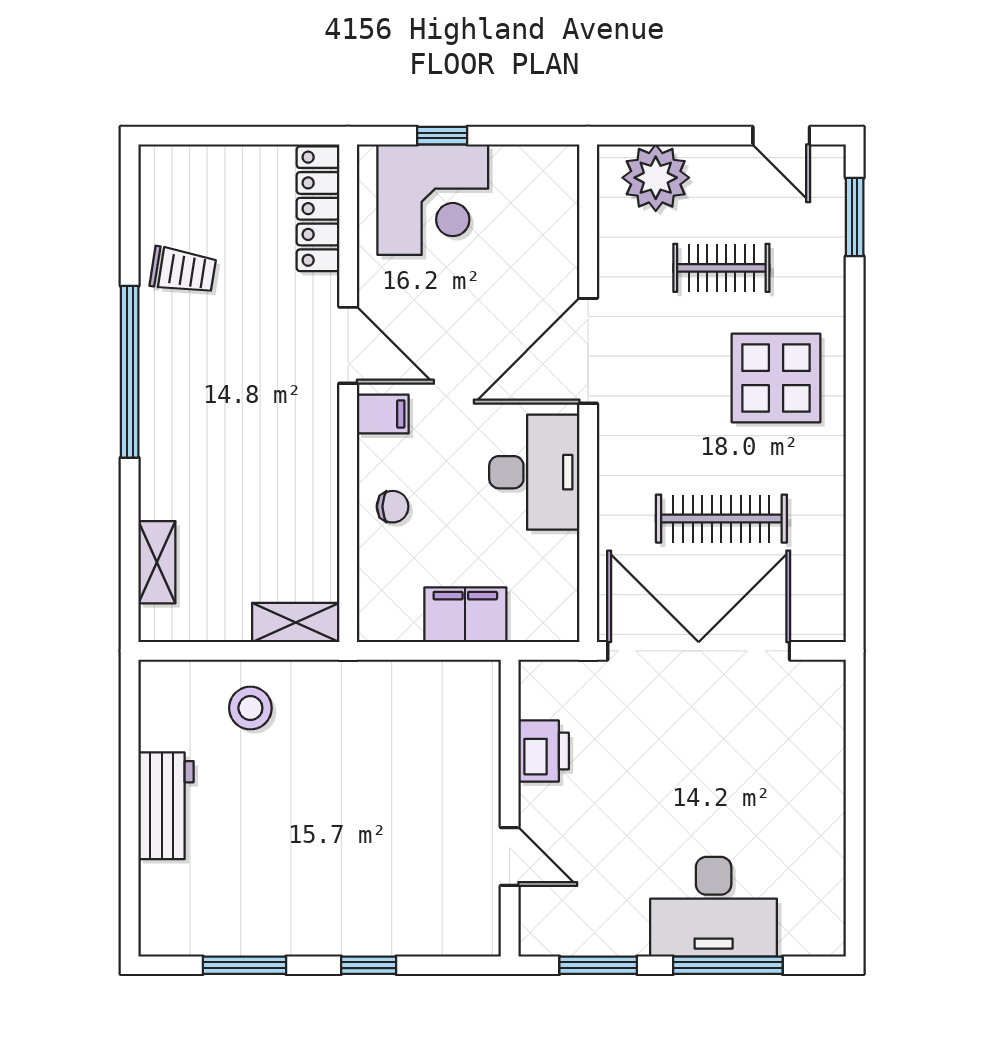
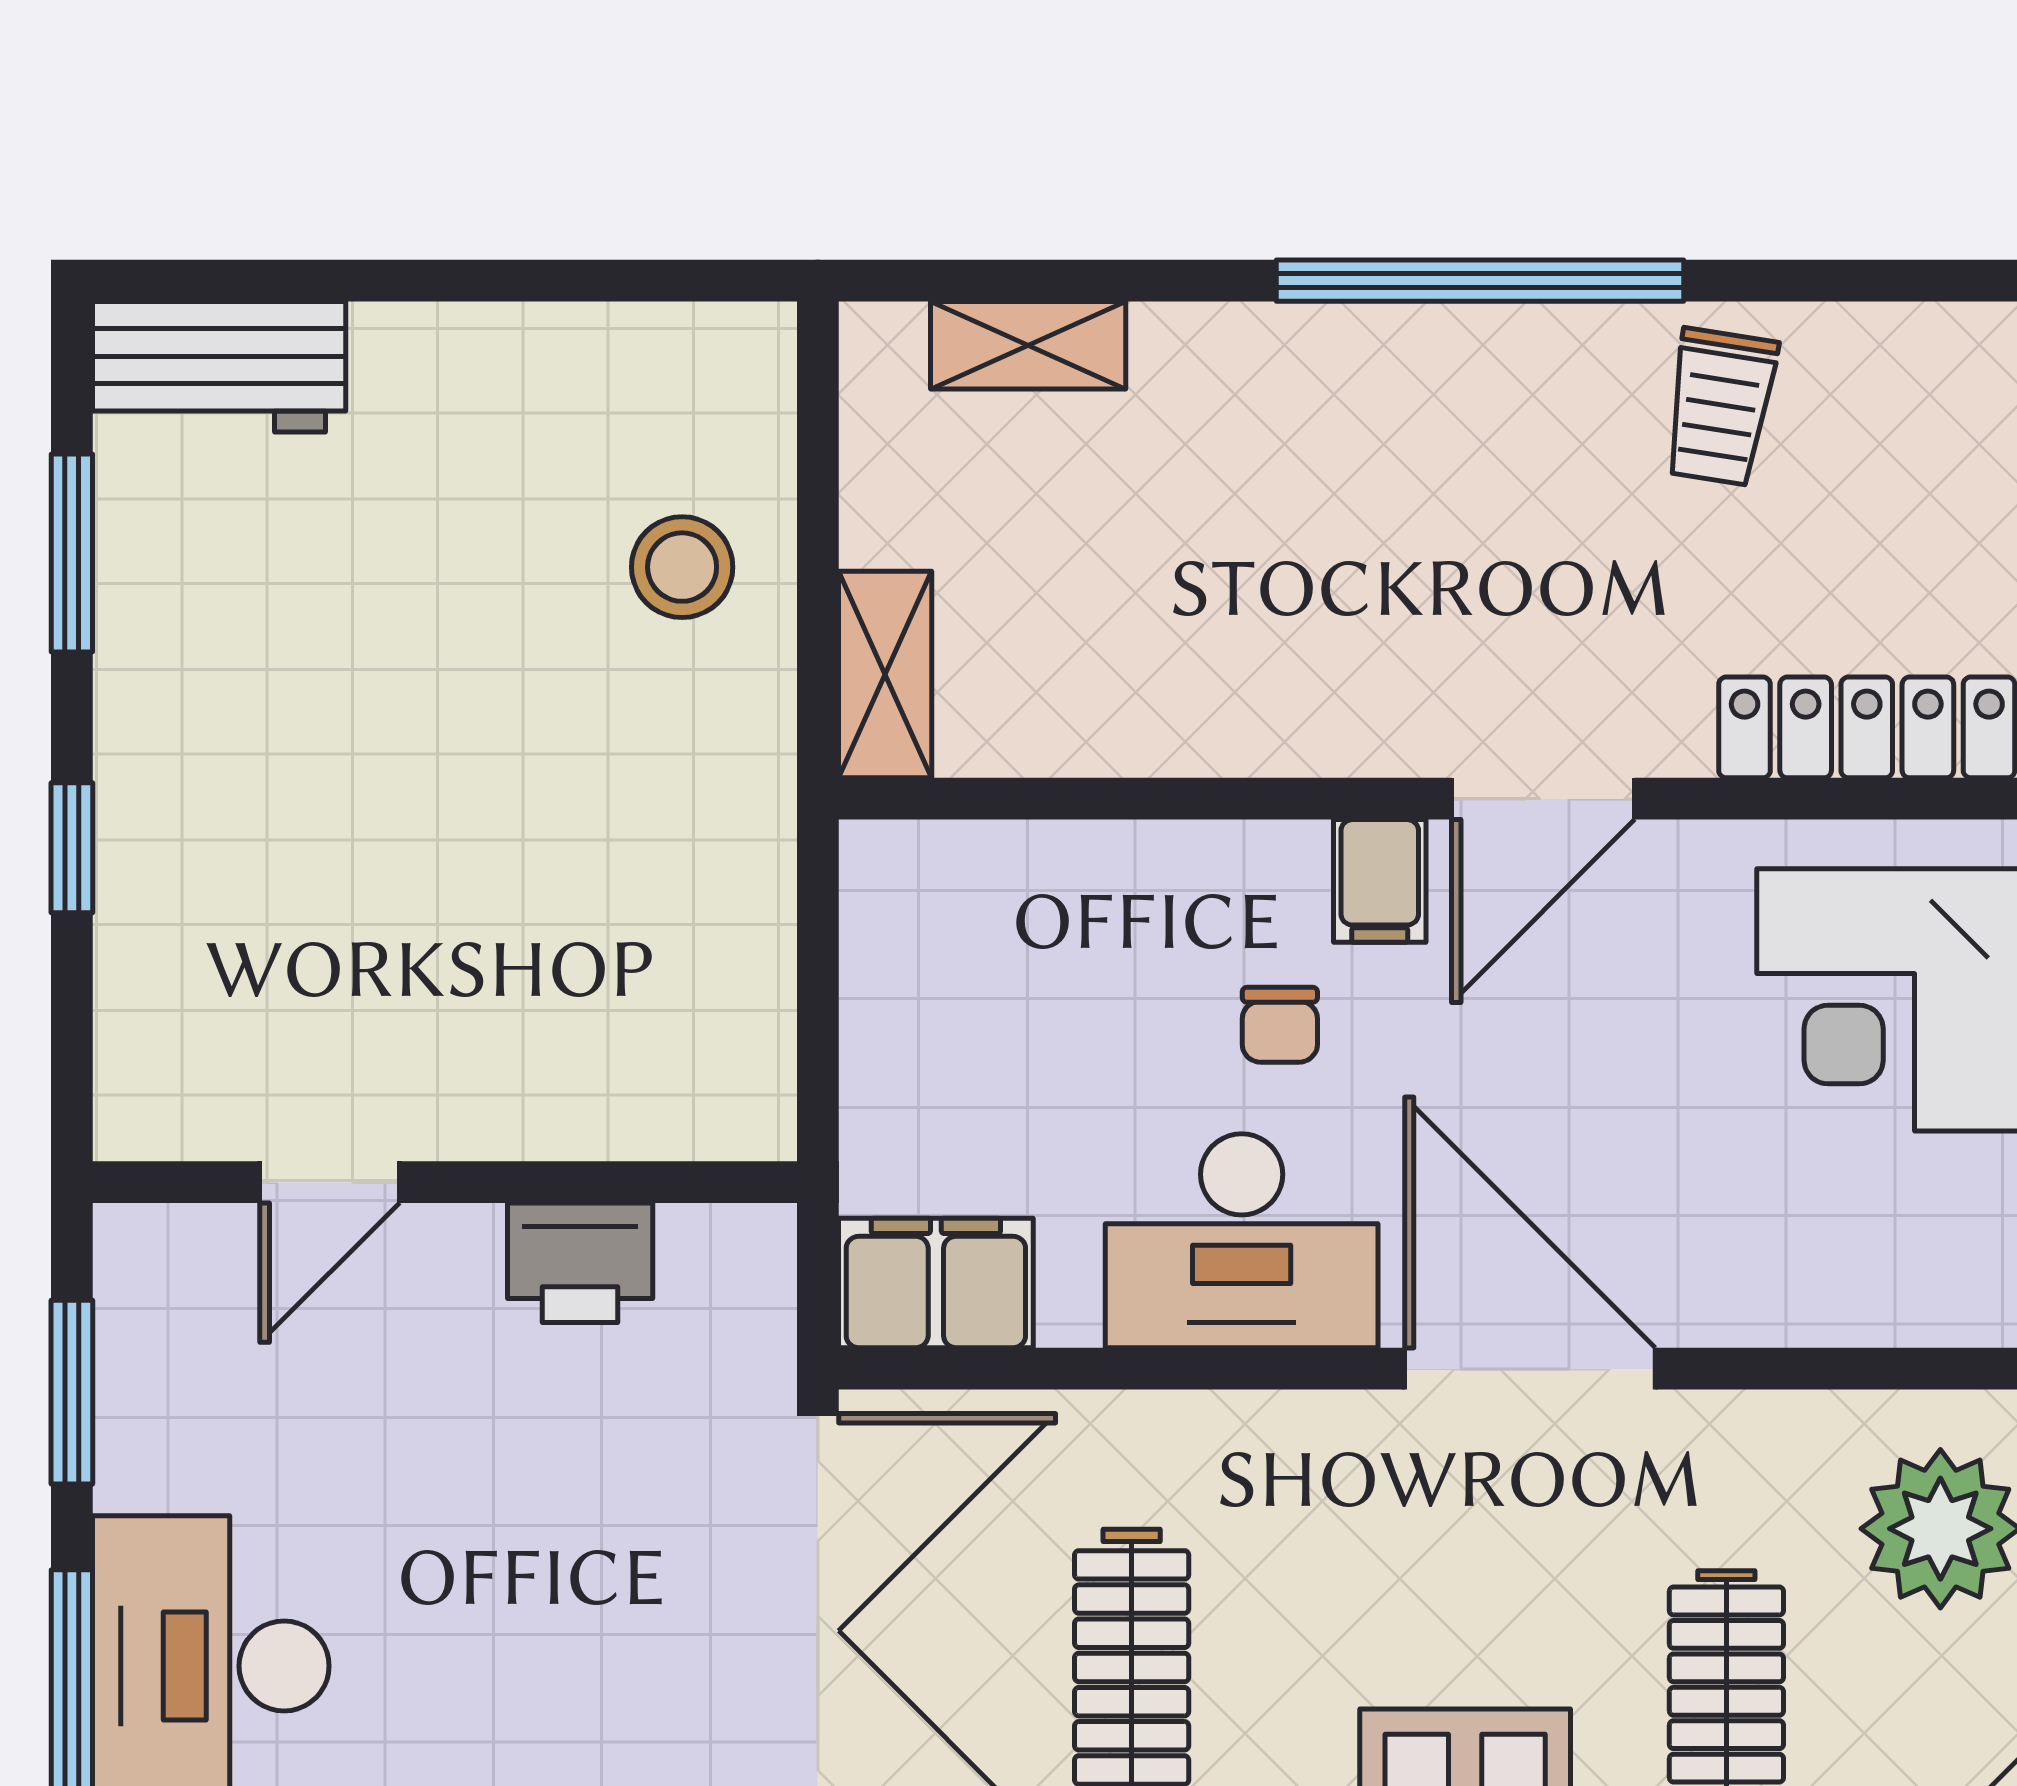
chair: (393, 507) -> (1280, 1025), moved
filing cabinet: (465, 615) -> (936, 1283), moved, turned -90
workbench: (166, 806) -> (219, 367), moved

